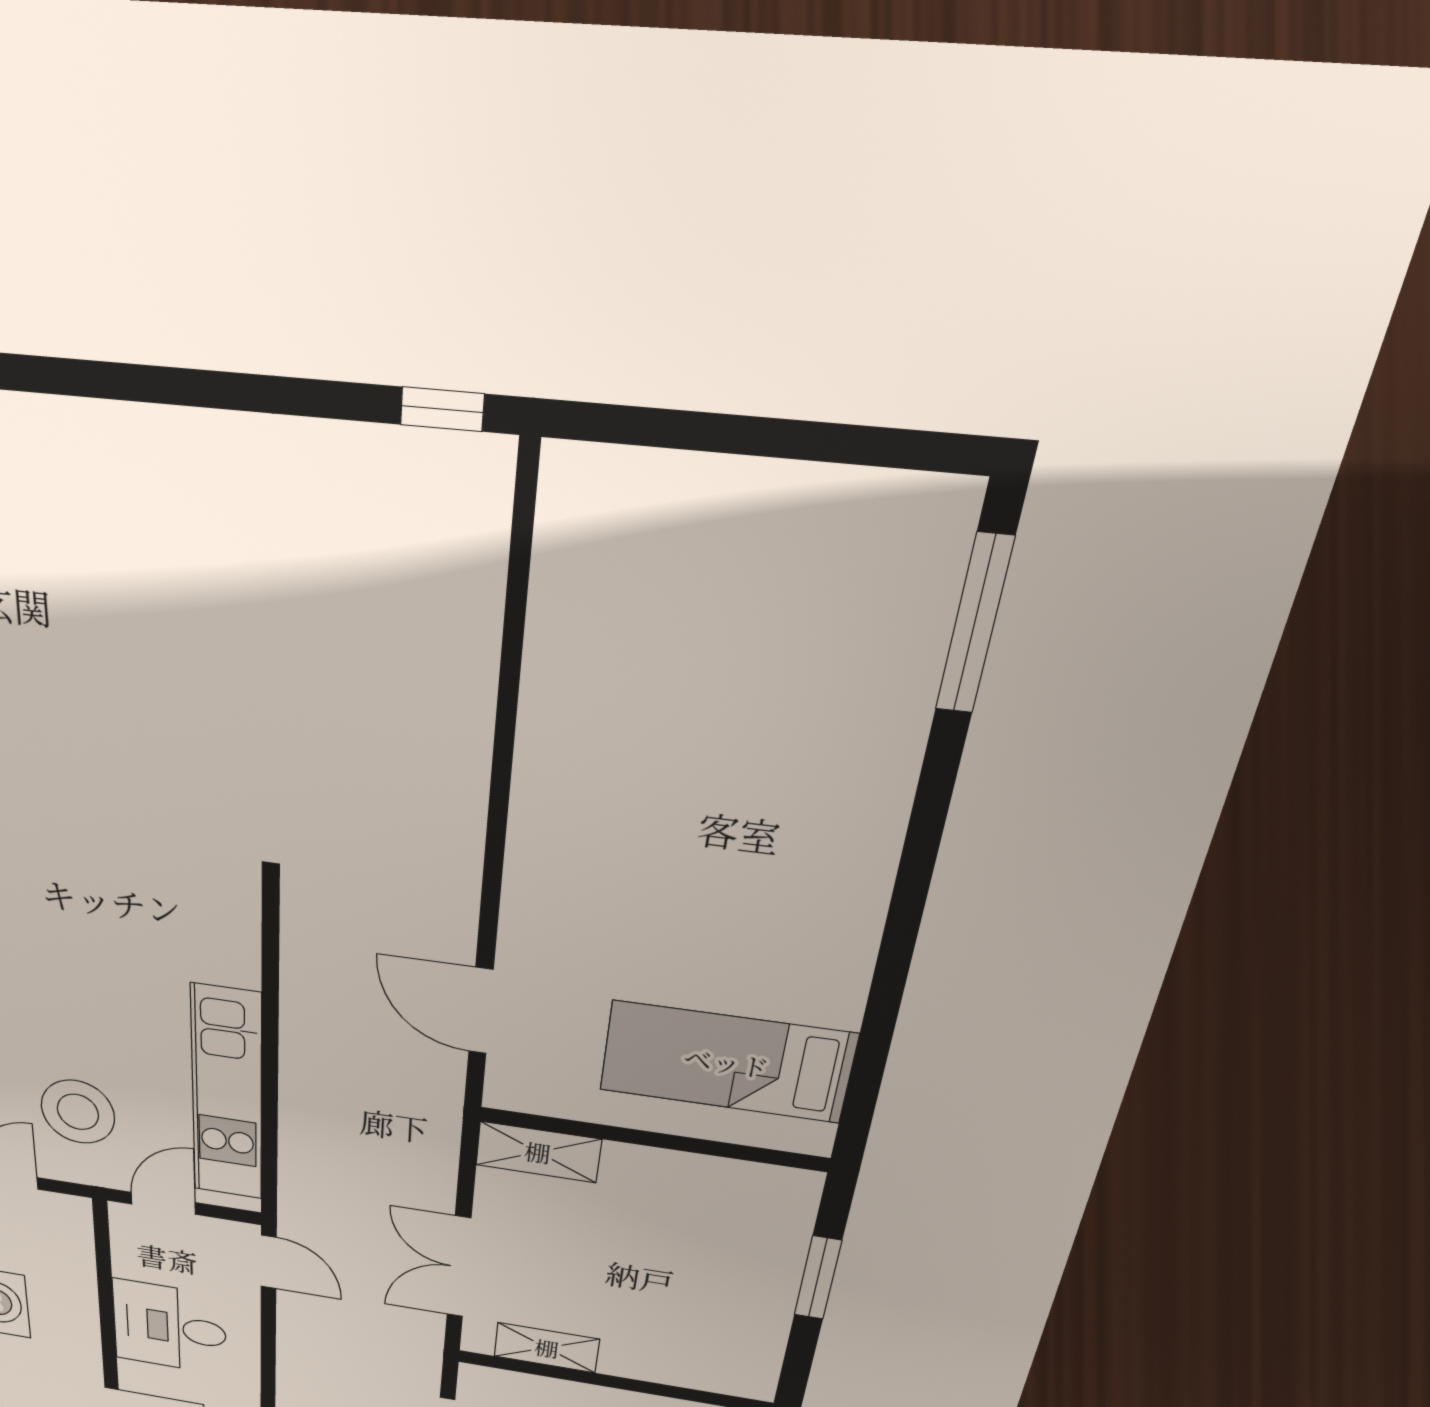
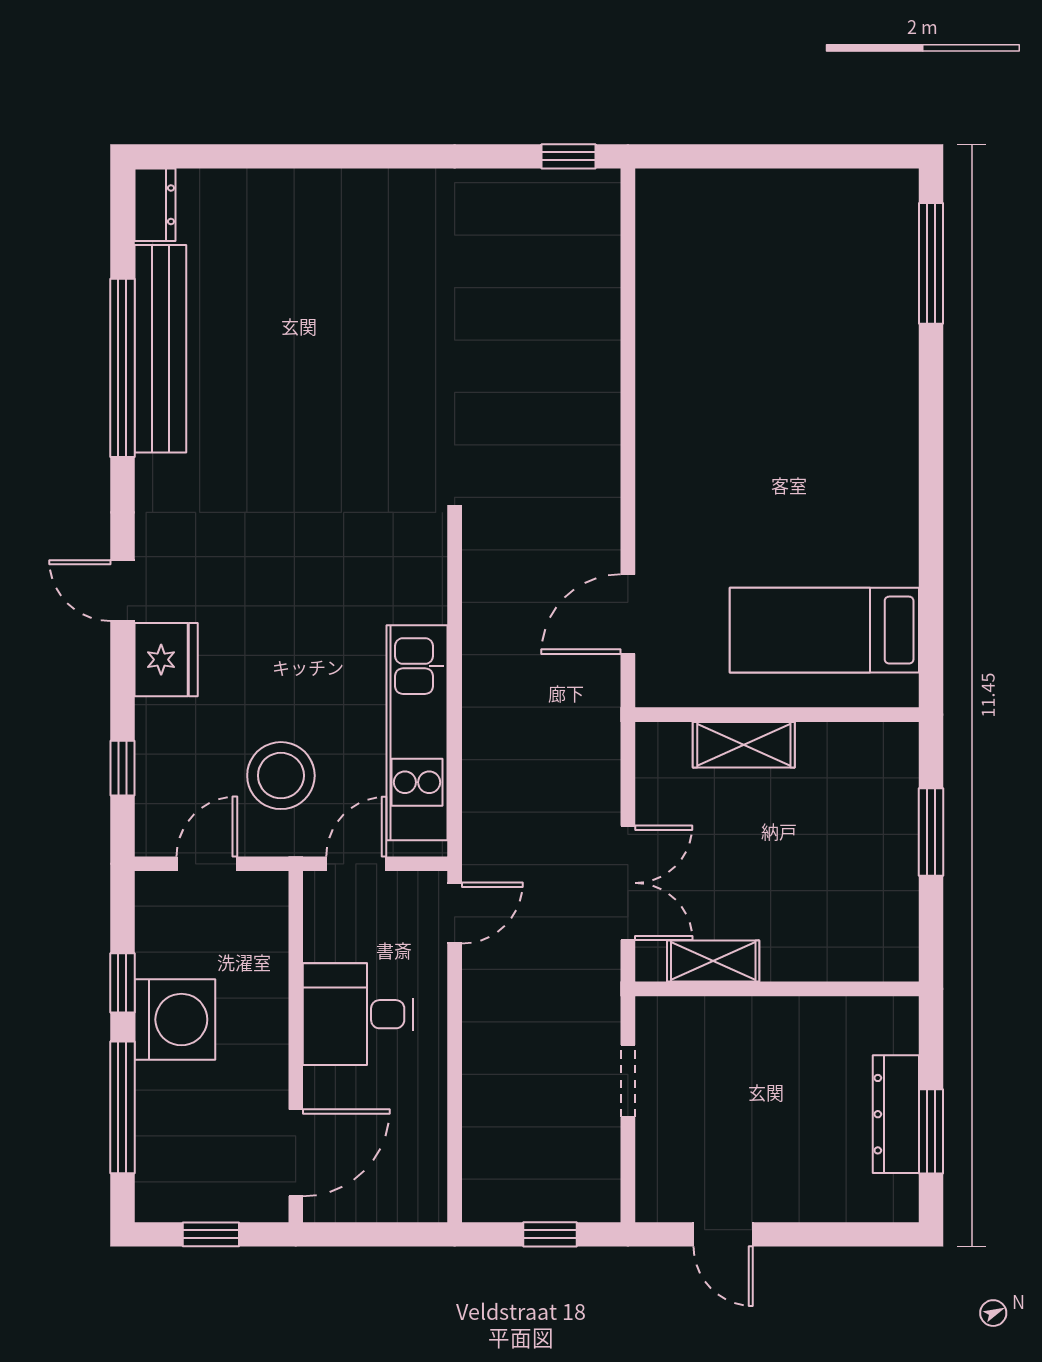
door: (481, 1011) -> (628, 614), hinge flipped
shelving: (538, 1152) -> (744, 745), moved
door: (269, 1262) -> (455, 913), hinge flipped
double door: (459, 1267) -> (628, 883), swing flipped

